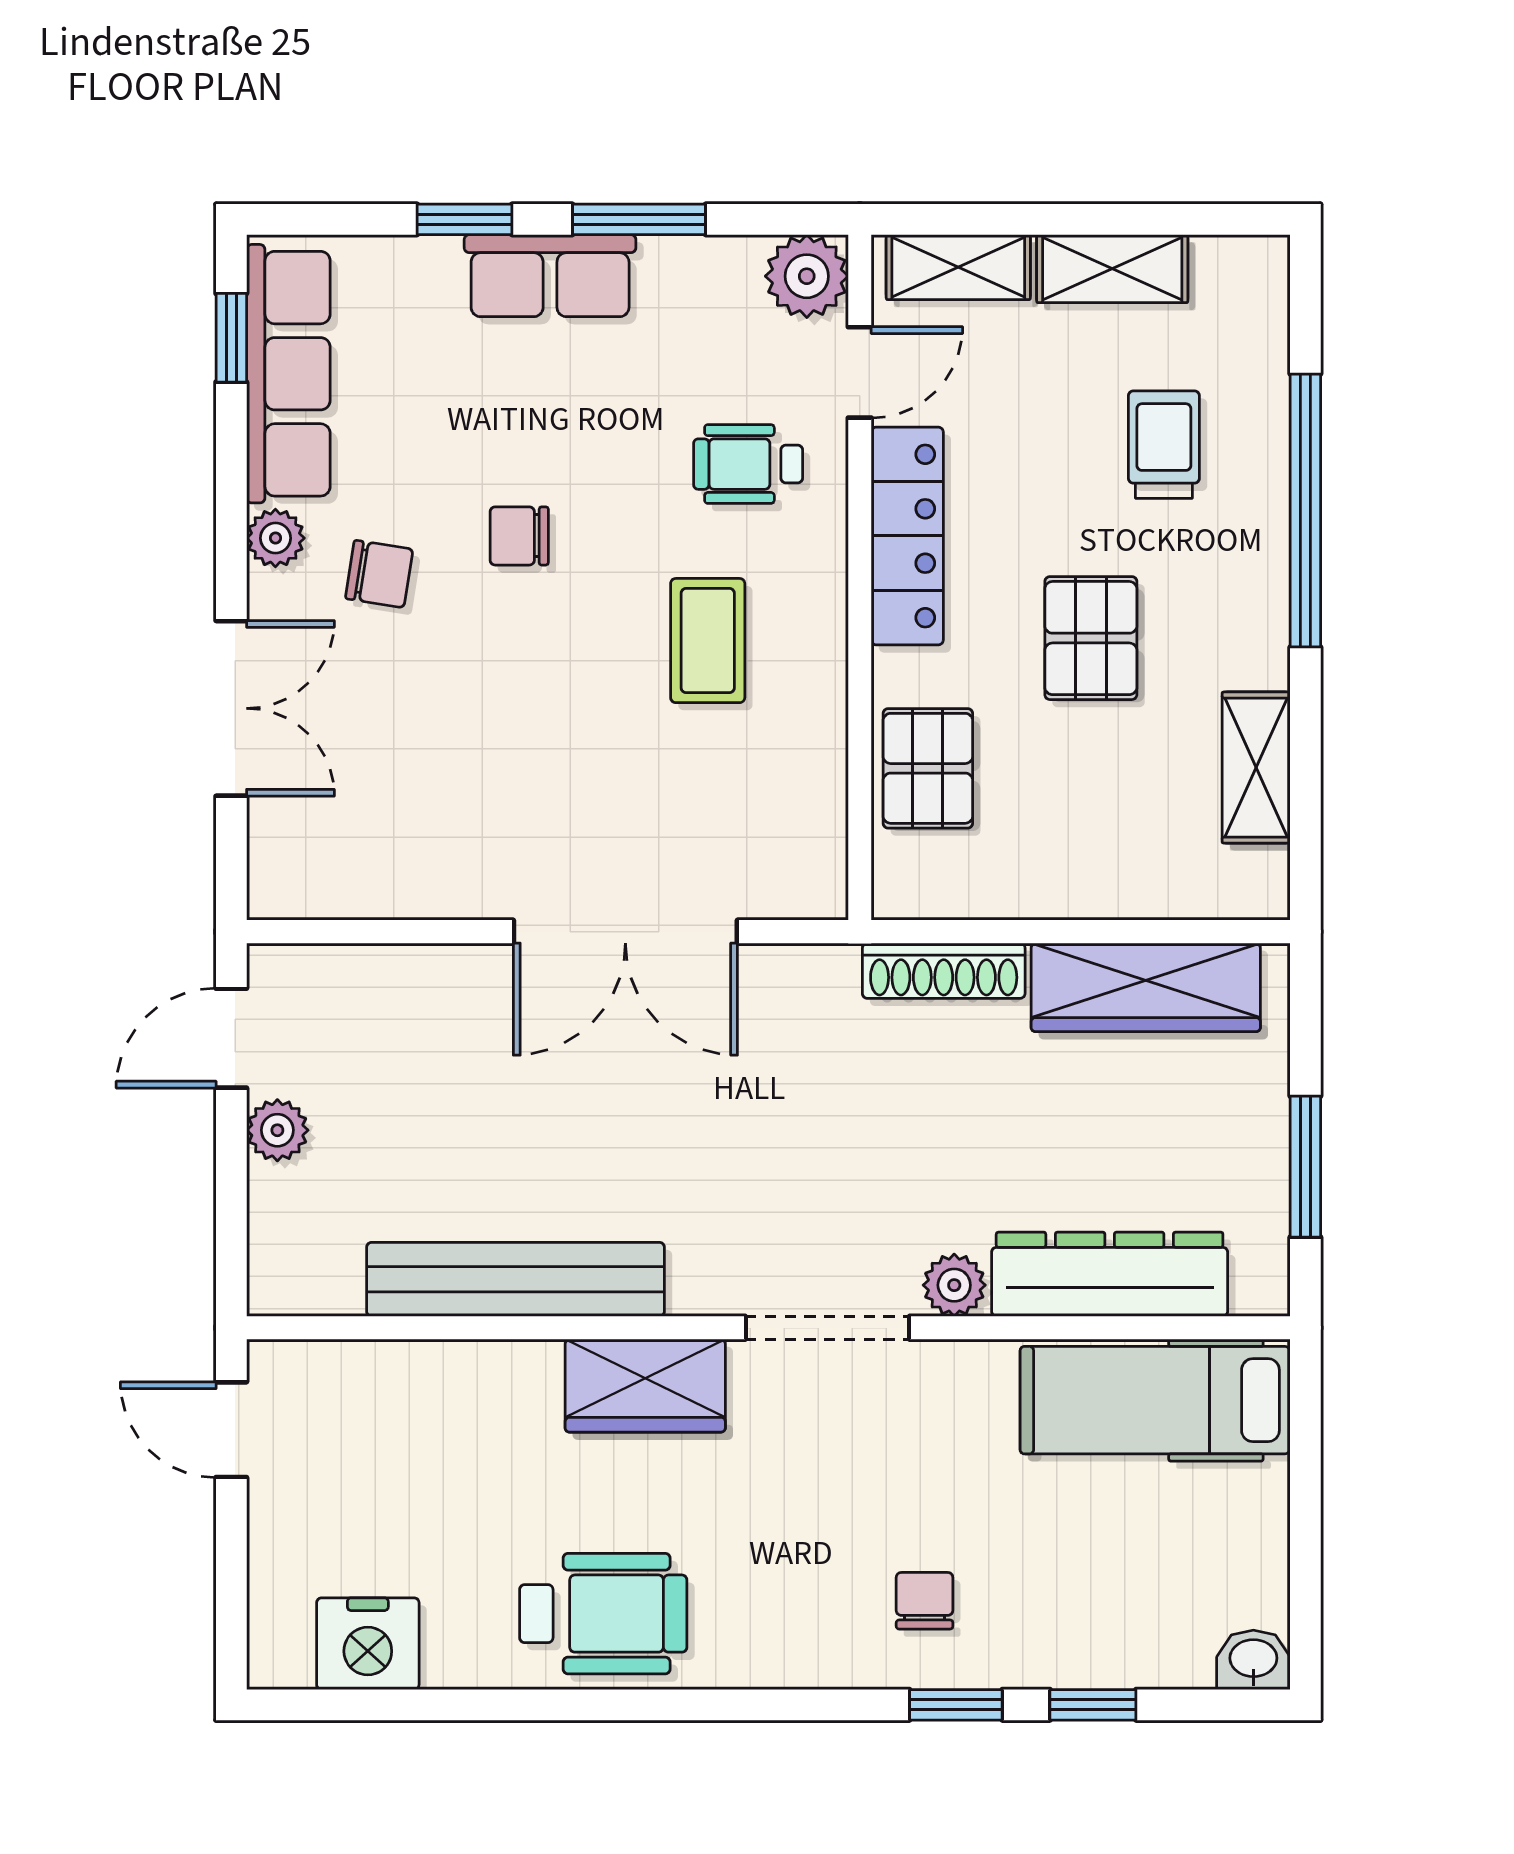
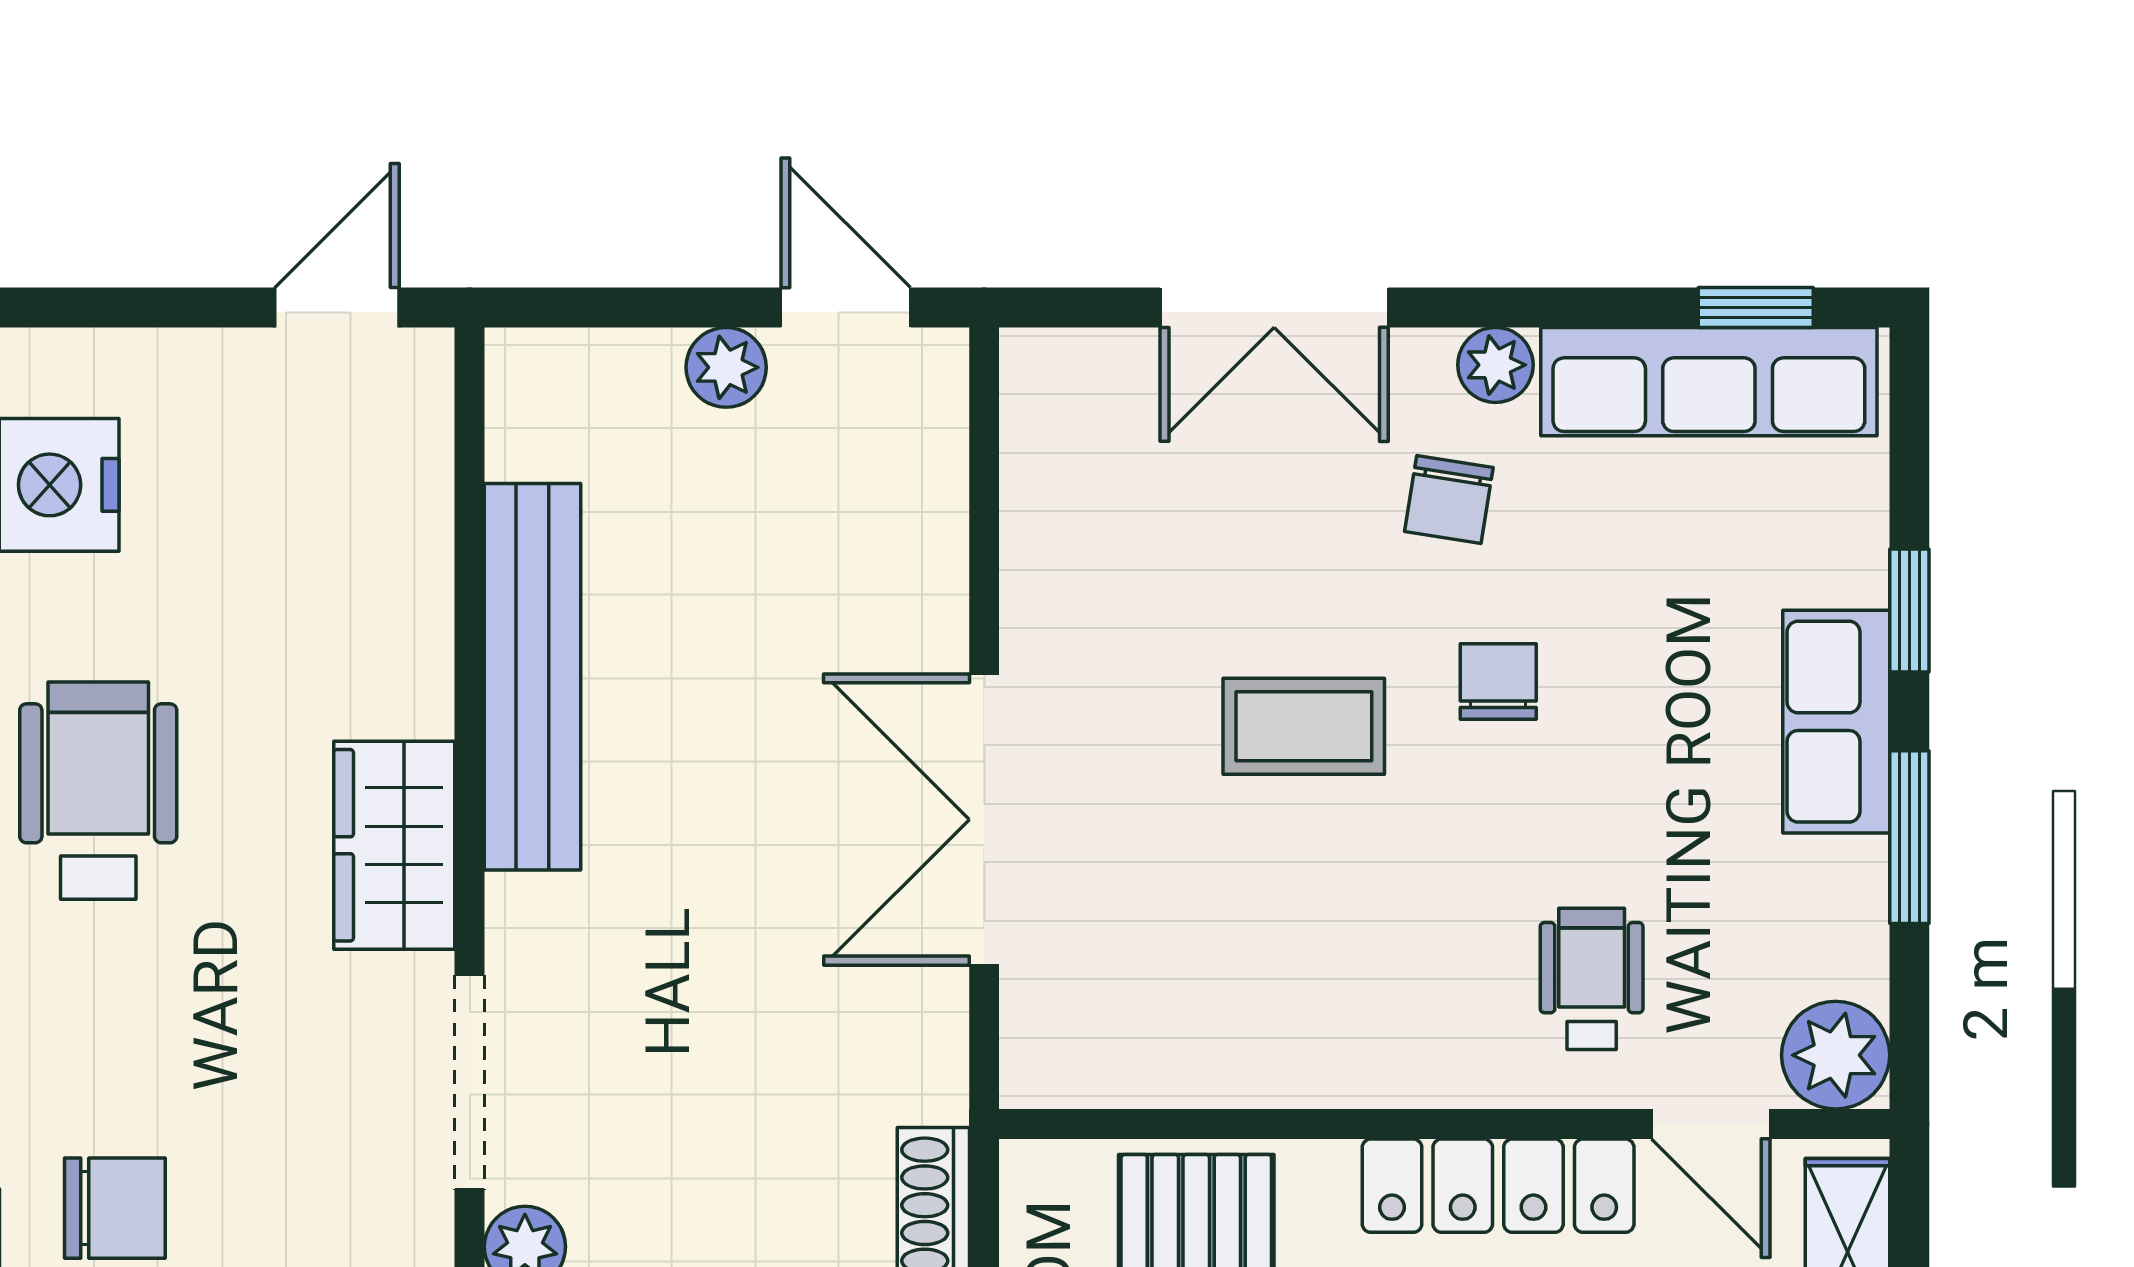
coffee table: (708, 641) -> (1304, 726), moved
chair: (925, 1601) -> (115, 1208), width x1.37, depth x1.37
wheelchair: (603, 1614) -> (98, 791), turned 180

